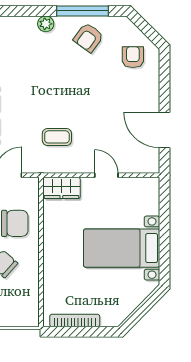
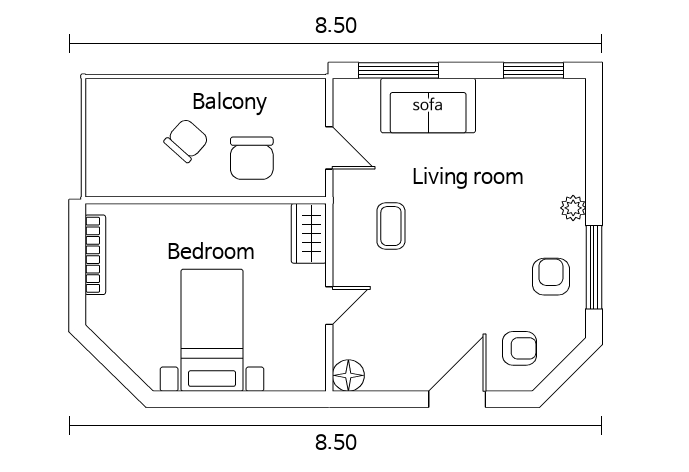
armchair: (88, 38) -> (551, 277), turned 54
door: (164, 130) -> (457, 399), moved
floor lamp: (150, 163) -> (348, 375), added

